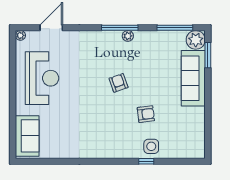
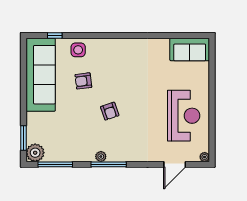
reception desk: (42, 78) -> (184, 116), turned 180
sofa: (193, 78) -> (41, 75), moved, width x1.36, depth x1.27
sofa: (27, 136) -> (190, 49), moved, turned -90
window: (146, 161) -> (55, 35), moved

